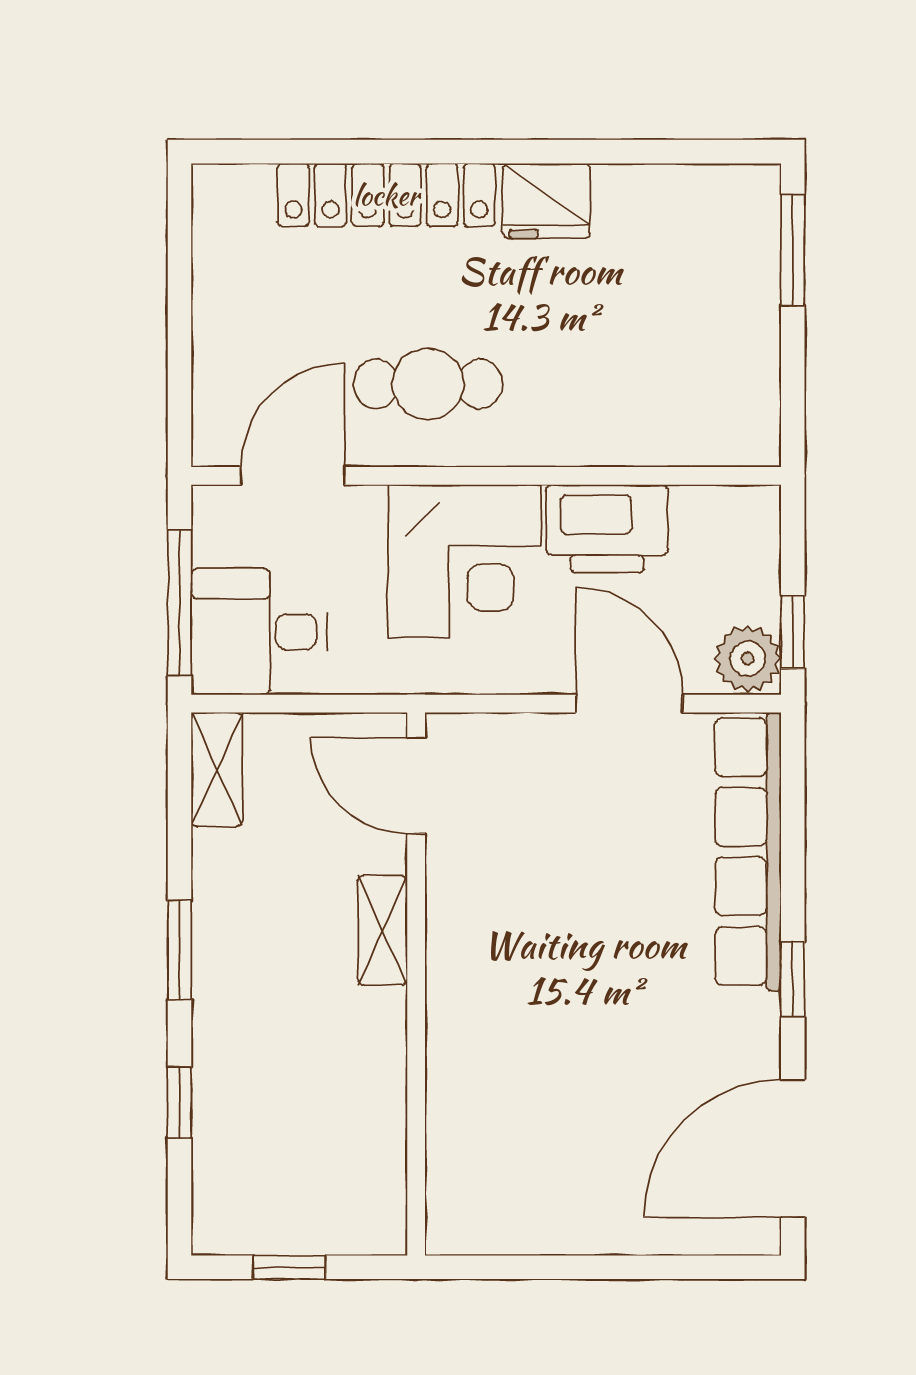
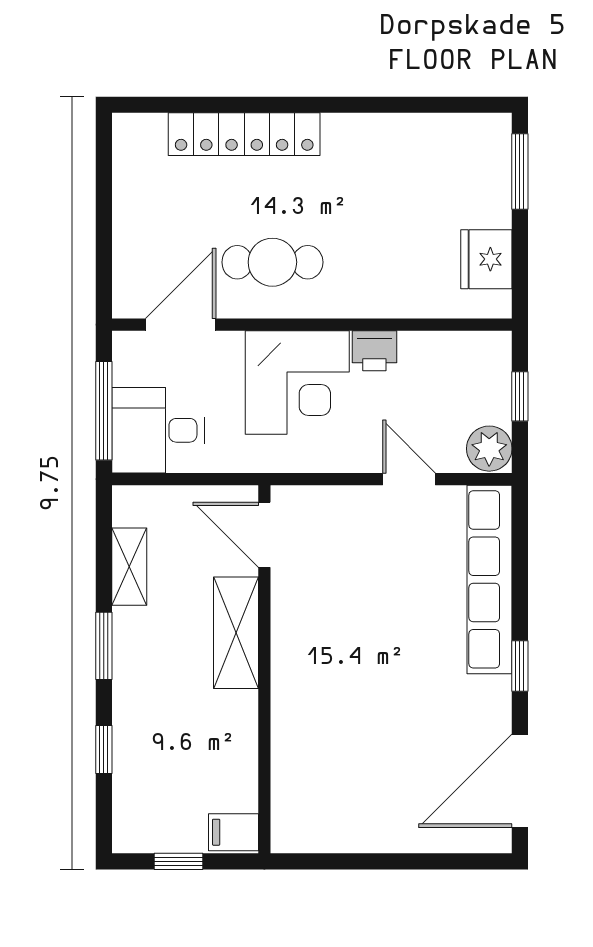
fridge: (546, 201) -> (486, 259), moved, turned 90
printer: (607, 529) -> (374, 351), width x0.53, depth x0.68
window: (793, 632) -> (520, 396), moved
door: (629, 704) -> (409, 479), width x0.73
shelving: (217, 769) -> (129, 567), moved
shelving: (383, 930) -> (236, 633), width x1.50, depth x1.33
filing cabinet: (371, 1224) -> (234, 832), added

